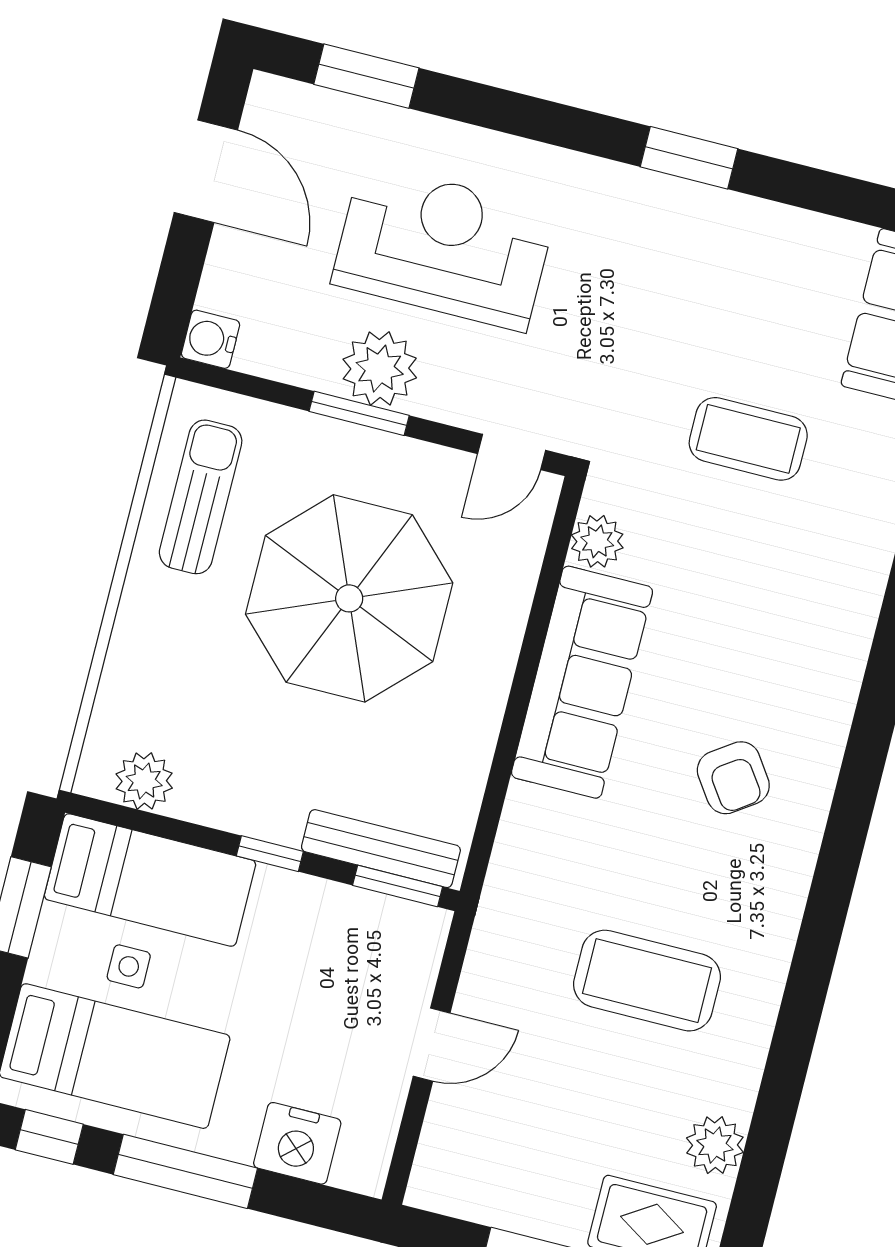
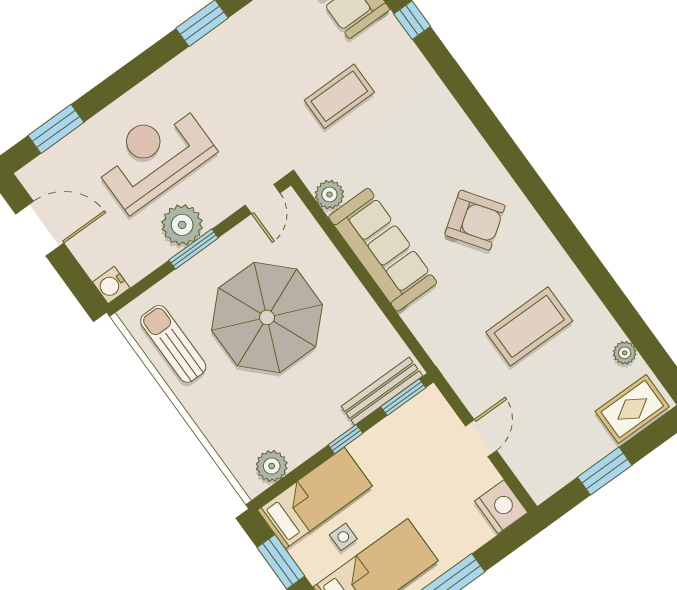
armchair: (733, 778) -> (475, 220), width x1.38, depth x1.38
nightstand: (297, 1143) -> (501, 507), moved, turned -90
plant: (715, 1145) -> (625, 353), width x0.73, depth x0.73

